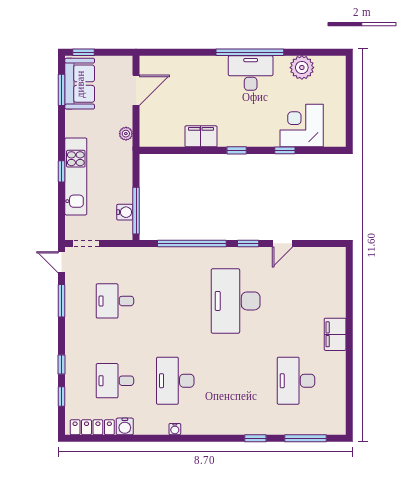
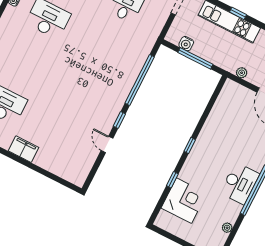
plant: (302, 68) -> (227, 228), width x0.53, depth x0.53
filing cabinet: (201, 136) -> (213, 125), removed
window: (136, 211) -> (195, 58), moved
desk: (236, 301) -> (83, 90), removed

